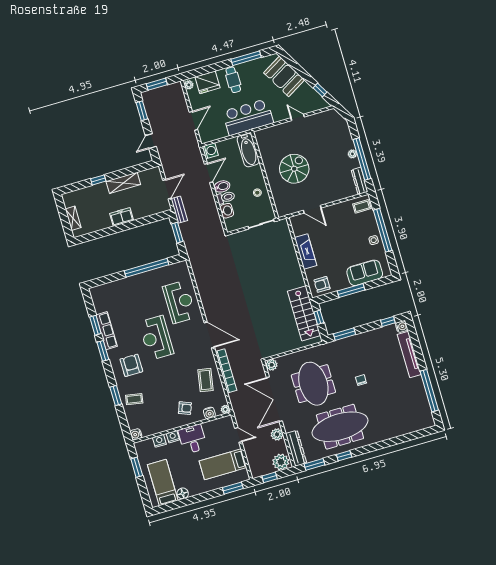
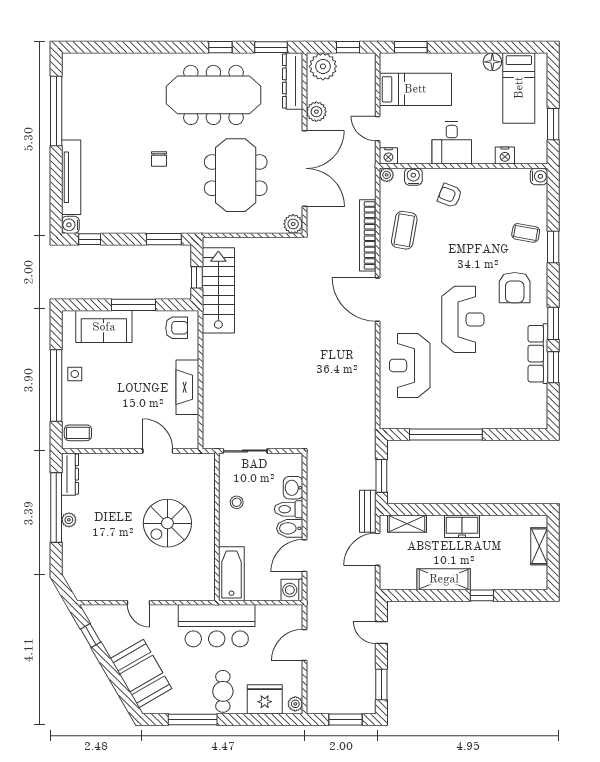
door: (151, 141) -> (381, 633), swing flipped
shelving: (154, 209) -> (407, 524), added
nightstand: (173, 437) -> (388, 156), moved

